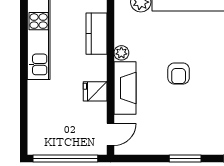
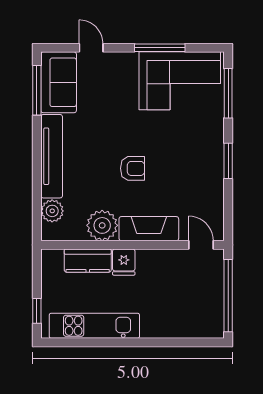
plant: (121, 53) -> (102, 225), width x1.87, depth x1.87
fridge: (95, 91) -> (124, 262), moved

